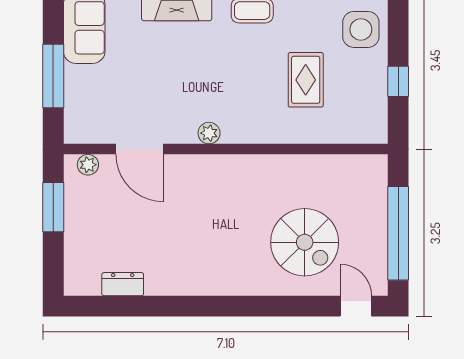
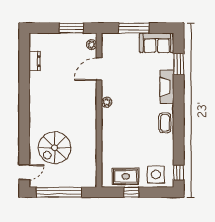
rug: (306, 80) -> (126, 176), moved

